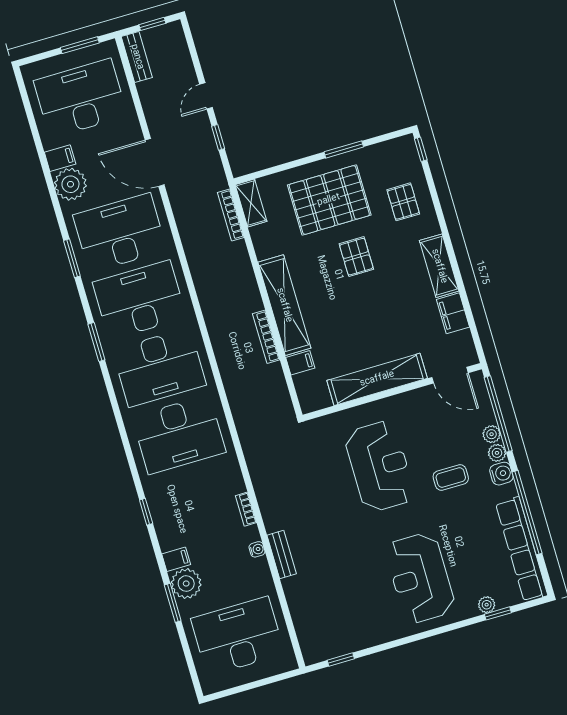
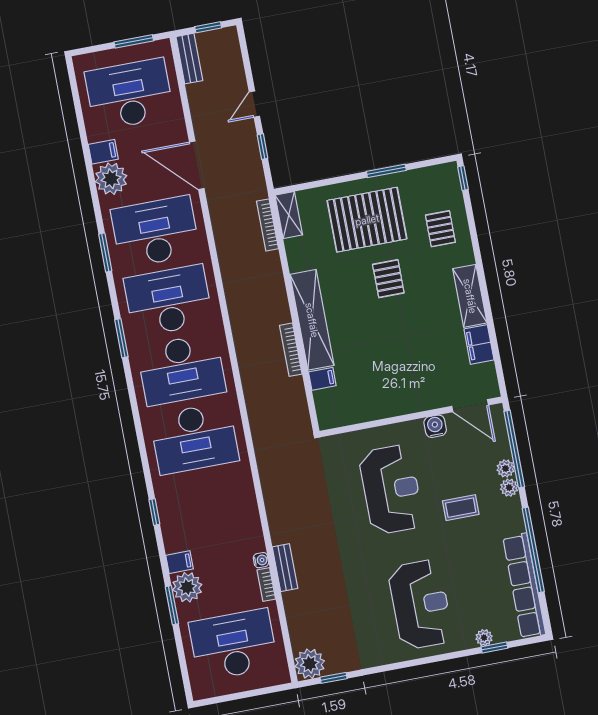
shelving: (377, 379) -> (397, 403), removed
water cooler: (501, 474) -> (435, 426), moved, turned -90
bookcase: (246, 509) -> (266, 584), moved
reception desk: (420, 578) -> (420, 604), turned 180
plant: (316, 648) -> (310, 664), added

